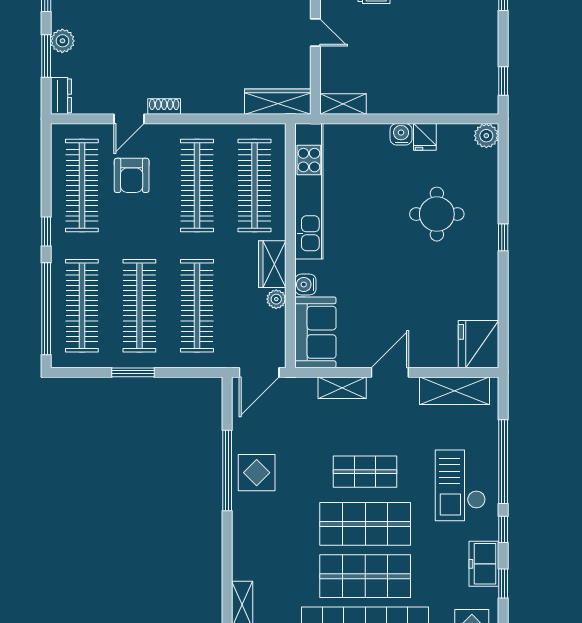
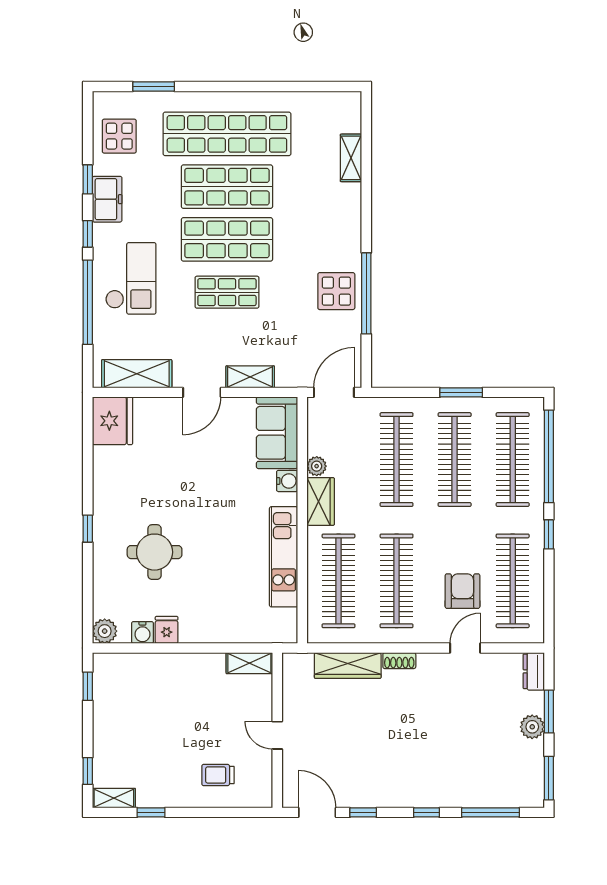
wardrobe: (278, 102) -> (348, 665), moved
shoe rack: (164, 106) -> (399, 661), moved
water cooler: (401, 134) -> (142, 633), moved
kitchen unit: (309, 191) -> (284, 557), width x0.73

